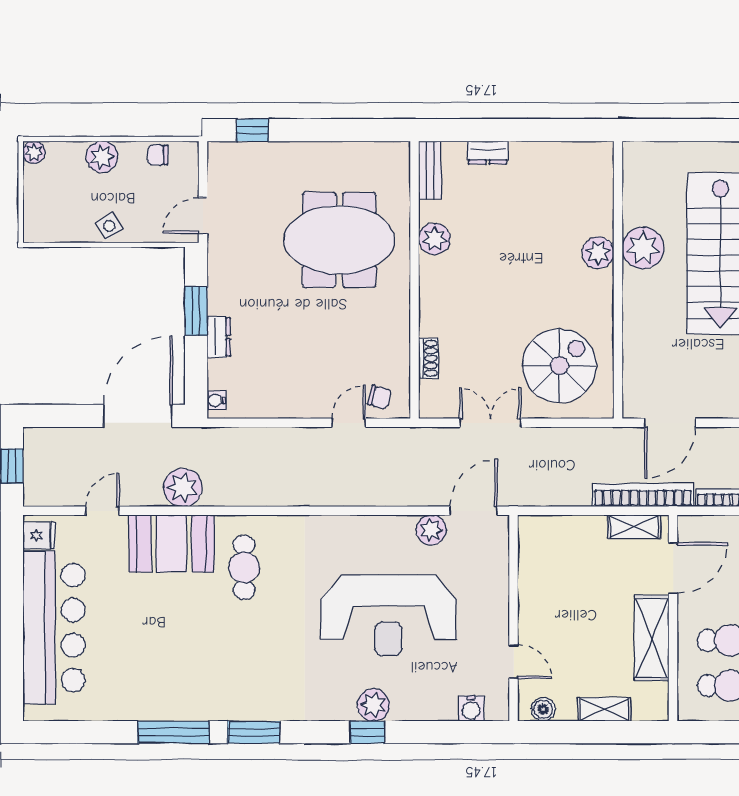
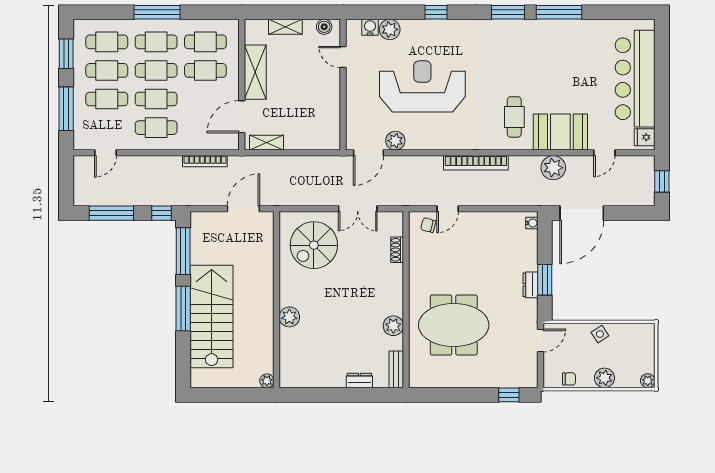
plant: (643, 248) -> (267, 381), moved, width x0.53, depth x0.53
dresser: (219, 337) -> (530, 285), moved
bookcase: (643, 495) -> (476, 163), moved
plant: (373, 705) -> (390, 29), moved

